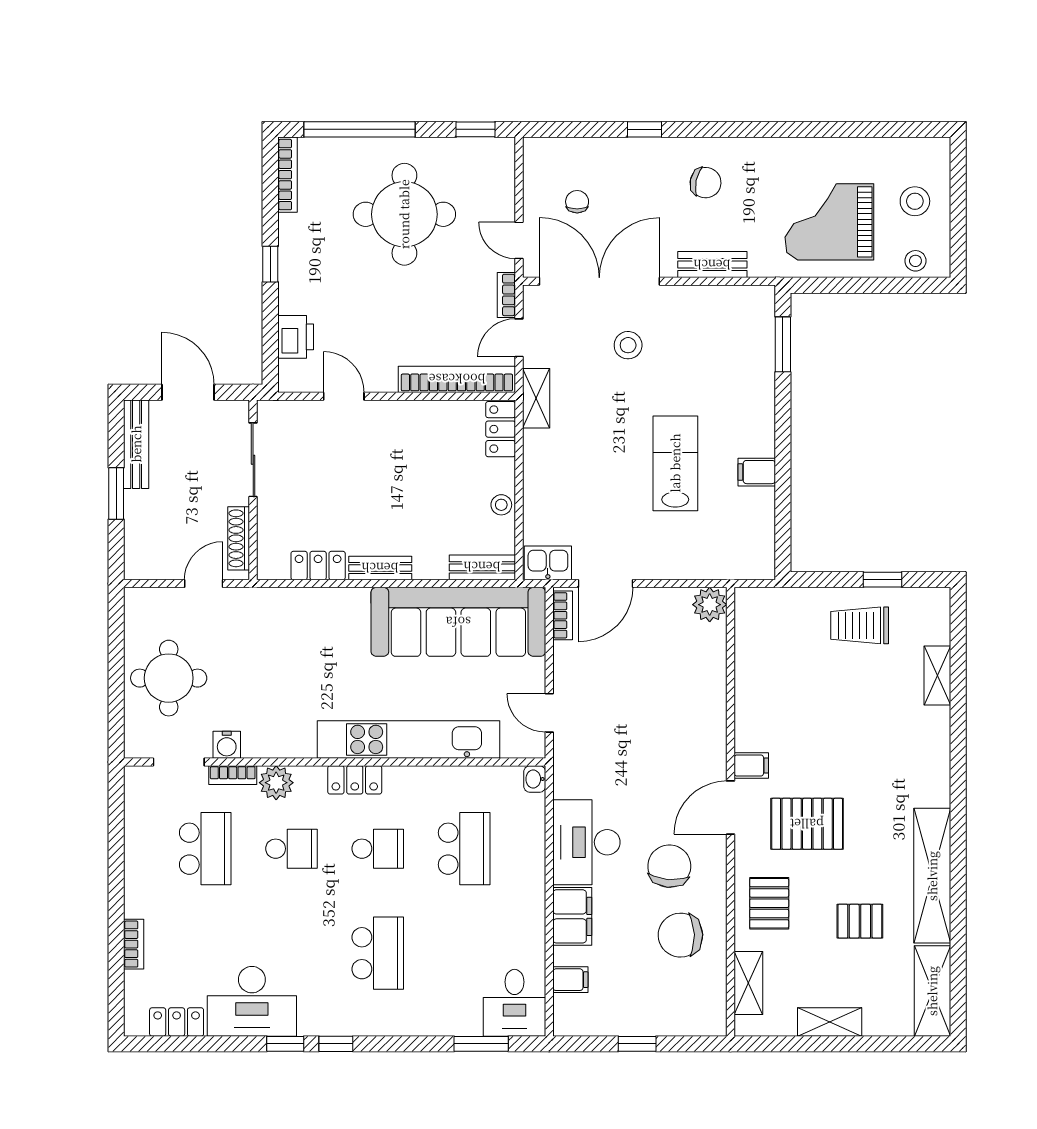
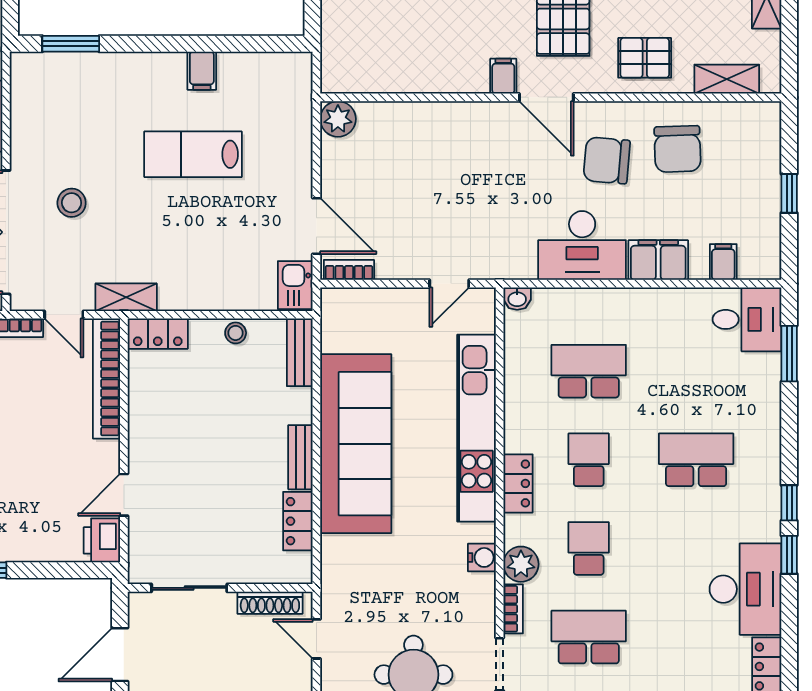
printer: (296, 337) -> (102, 540), moved, turned -90
sofa: (458, 622) -> (356, 444), moved
water cooler: (227, 745) -> (482, 557), moved

